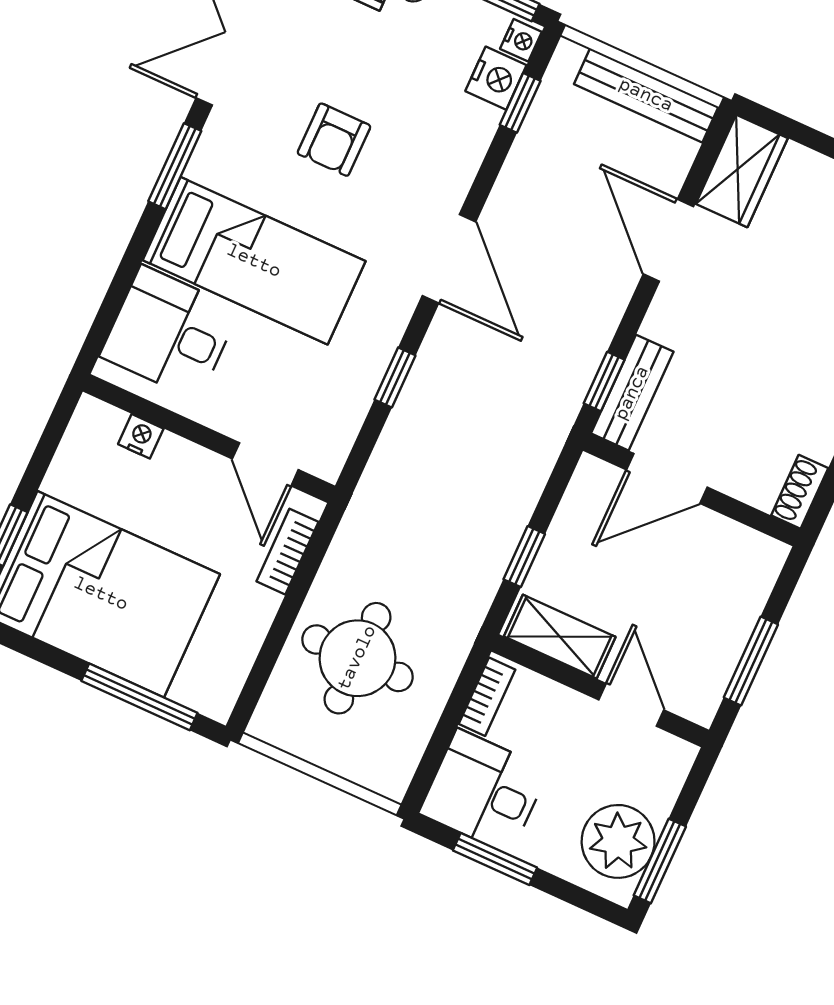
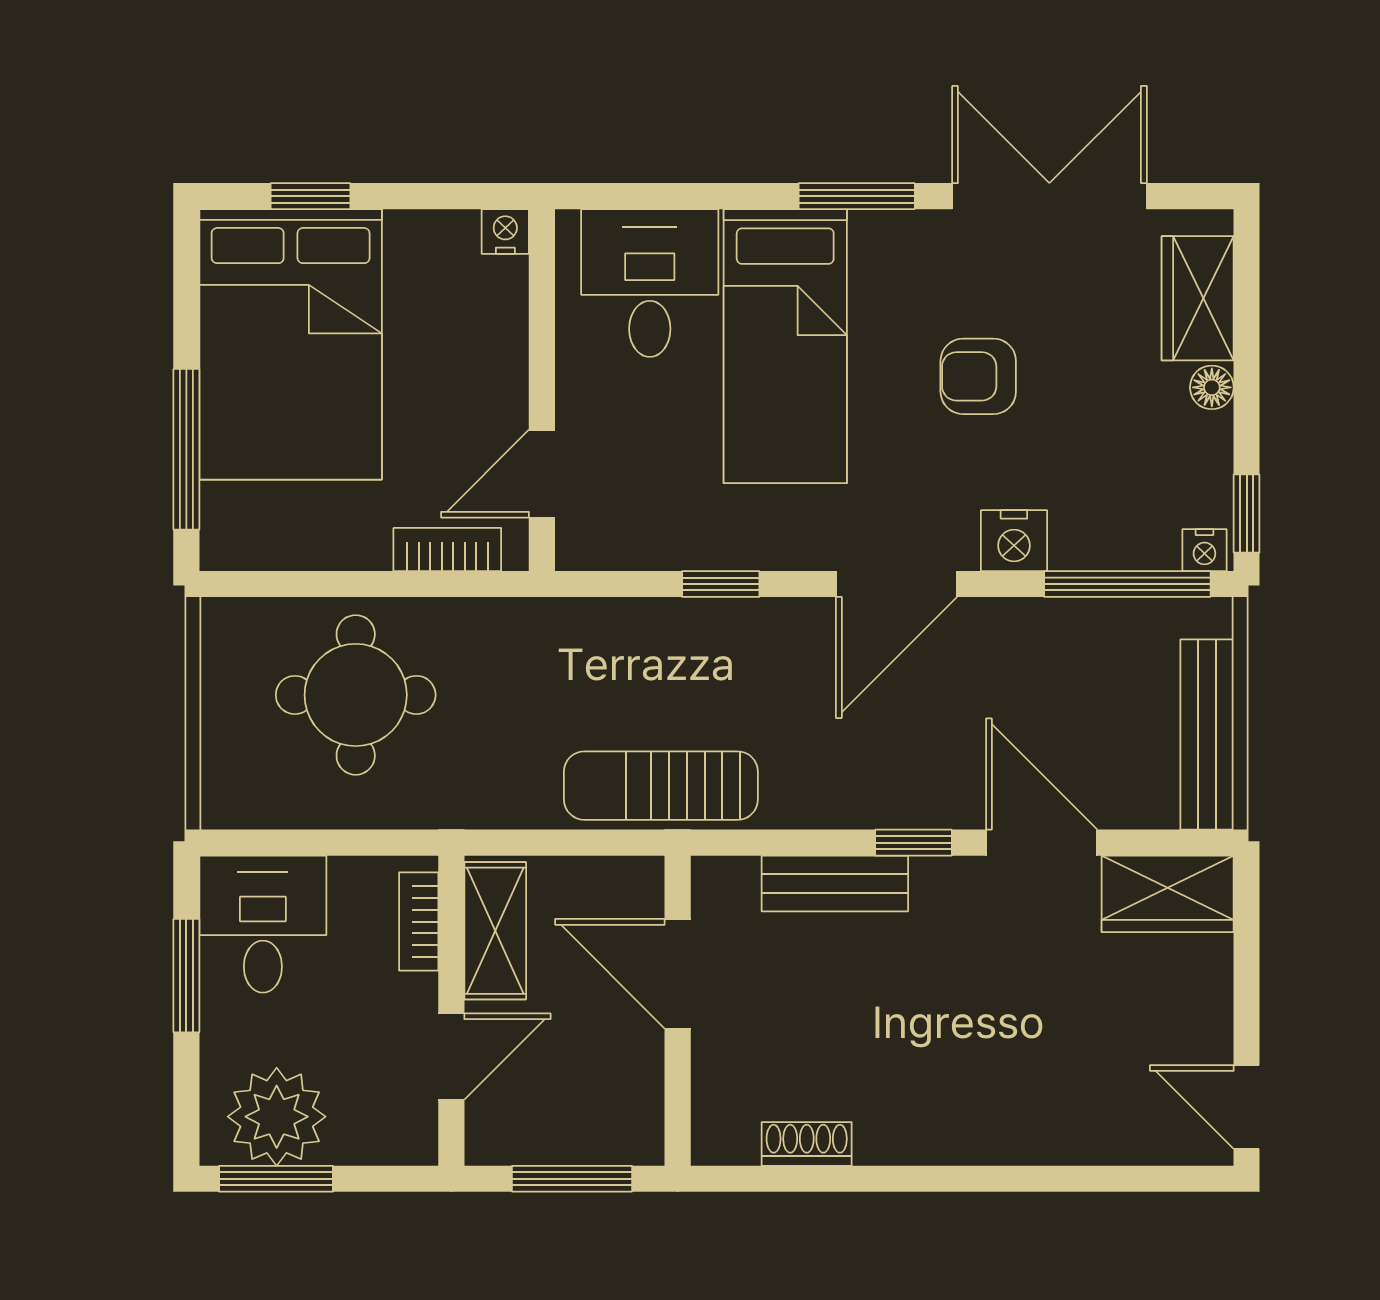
nightstand: (496, 78) -> (1014, 541), moved
window: (520, 103) -> (1127, 584), width x2.17
door: (668, 240) -> (1042, 843), hinge flipped
window: (604, 382) -> (914, 843), moved
nightstand: (141, 436) -> (505, 231), moved, turned -90
door: (667, 479) -> (678, 974), moved
sun lounger: (513, 480) -> (661, 786), added
wall: (692, 490) -> (678, 1011), moved
window: (524, 557) -> (573, 843), removed
bookcase: (487, 697) -> (419, 922), moved, turned 90

